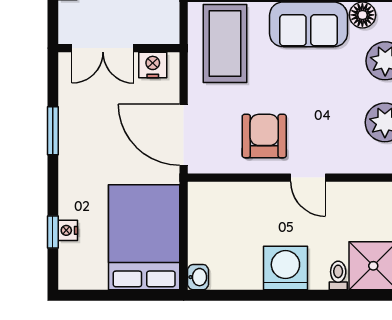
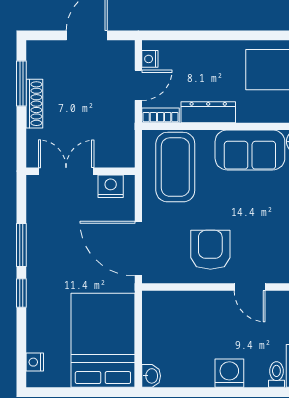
double door: (103, 48) -> (66, 171), swing flipped
nightstand: (68, 230) -> (35, 362), moved
window: (53, 232) -> (21, 293), moved
washing machine: (285, 268) -> (229, 373), width x0.73, depth x0.73

